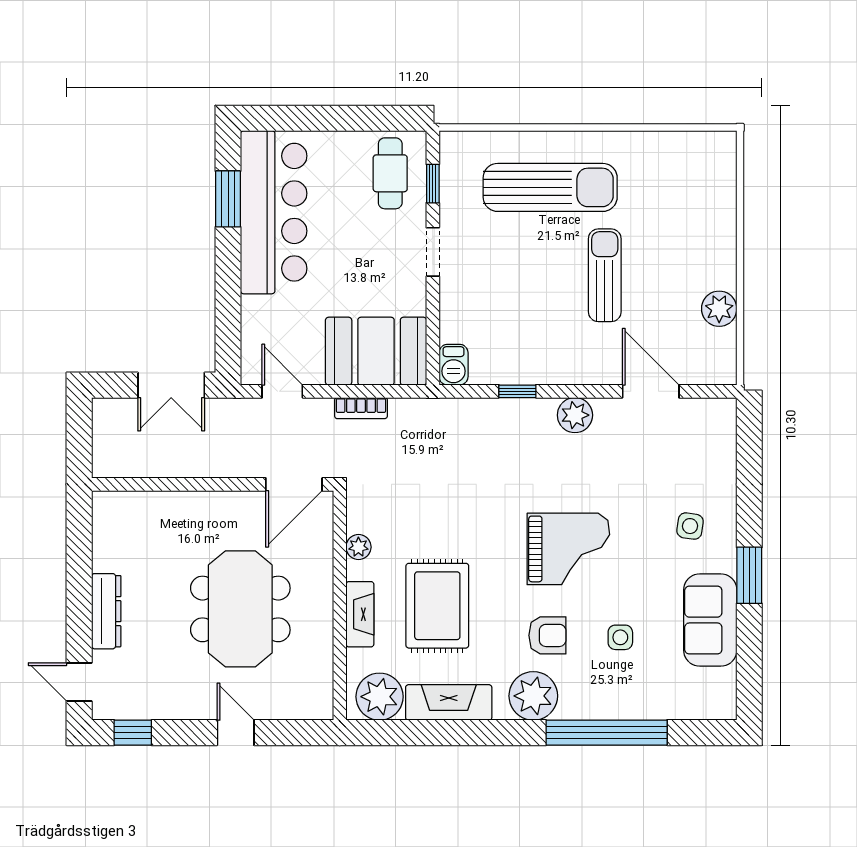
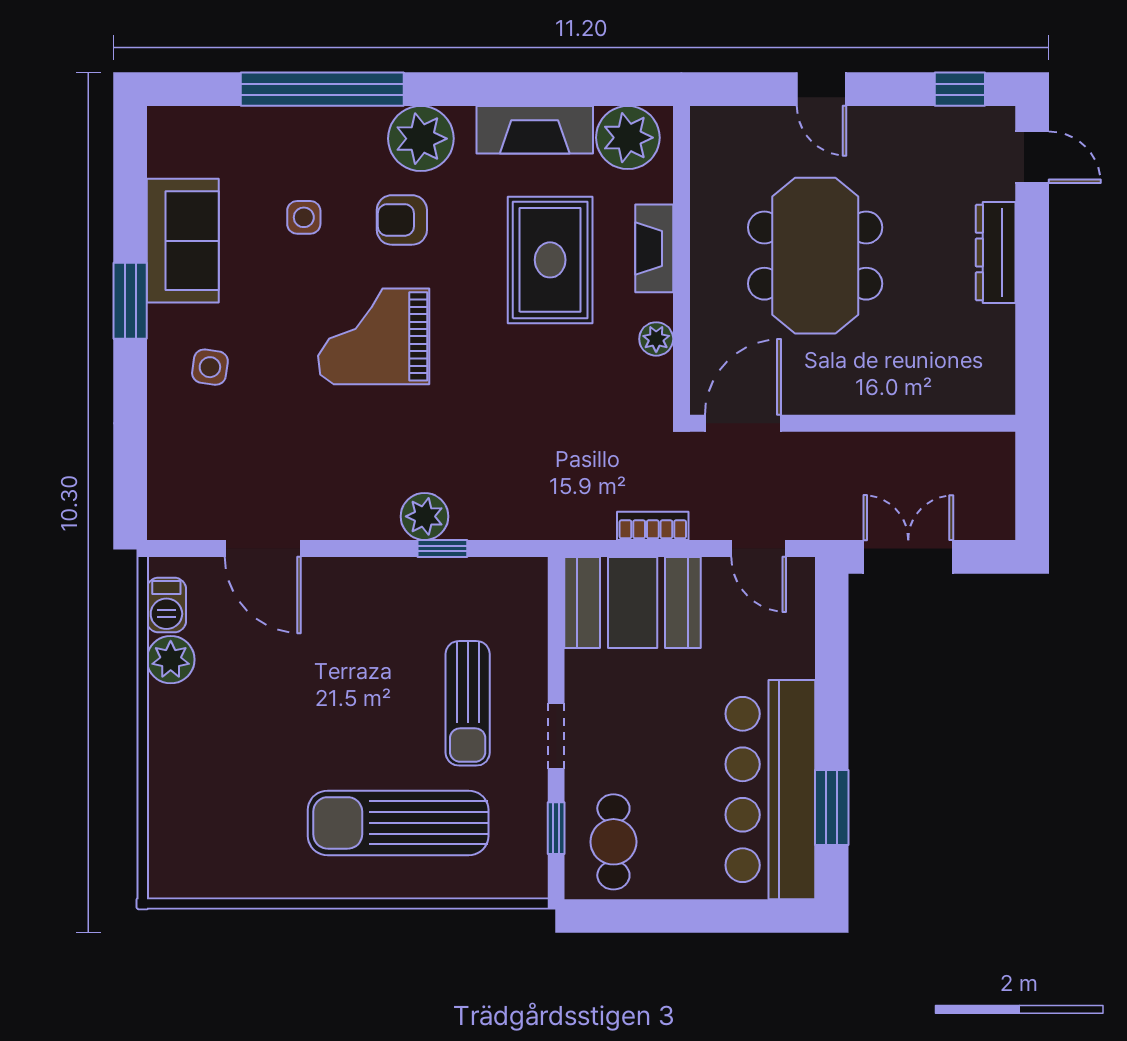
sun lounger: (605, 275) -> (468, 703), moved
barbecue: (454, 365) -> (166, 605), moved, turned 180
plant: (575, 415) -> (425, 516), moved

